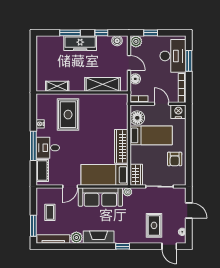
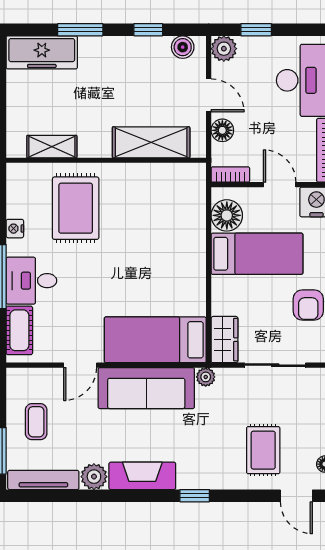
freezer: (80, 43) -> (42, 52), moved
wardrobe: (121, 146) -> (192, 278), removed

